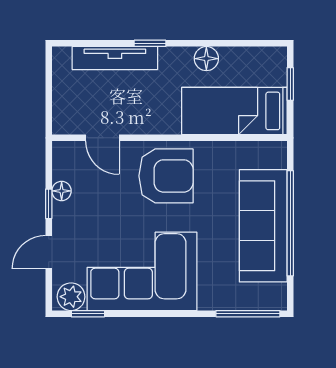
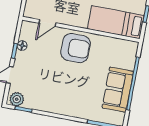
door: (102, 138) -> (47, 23), hinge flipped
sofa: (263, 226) -> (118, 90), width x0.73
corner sofa: (142, 271) -> (54, 93), removed

